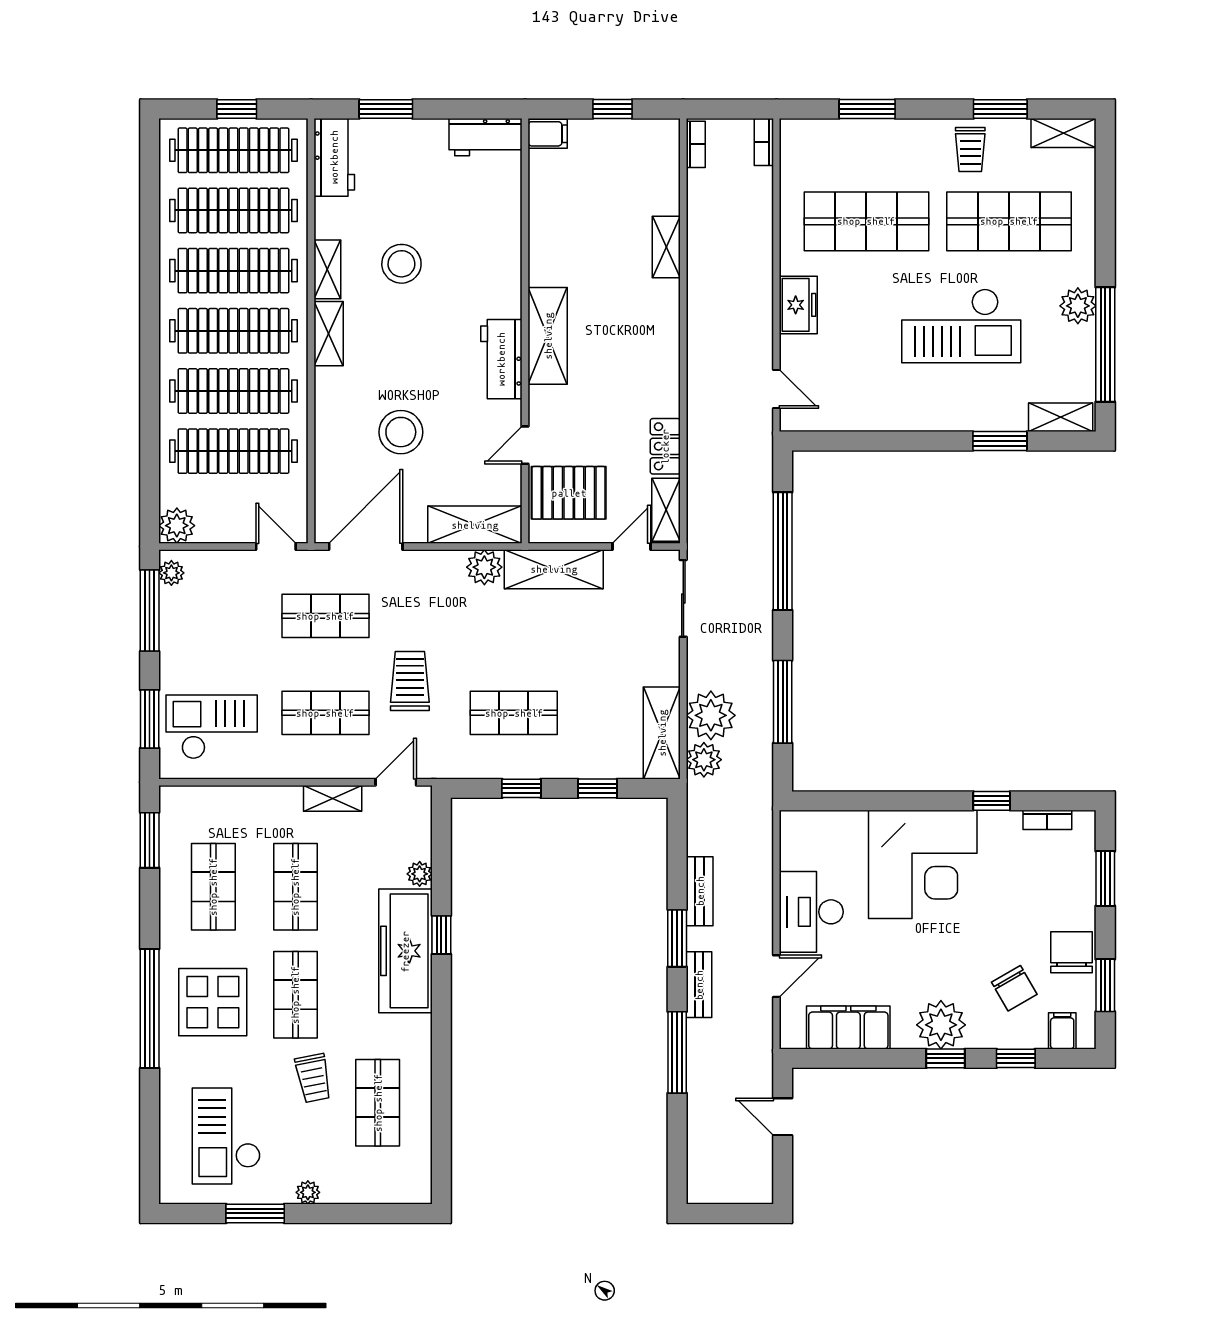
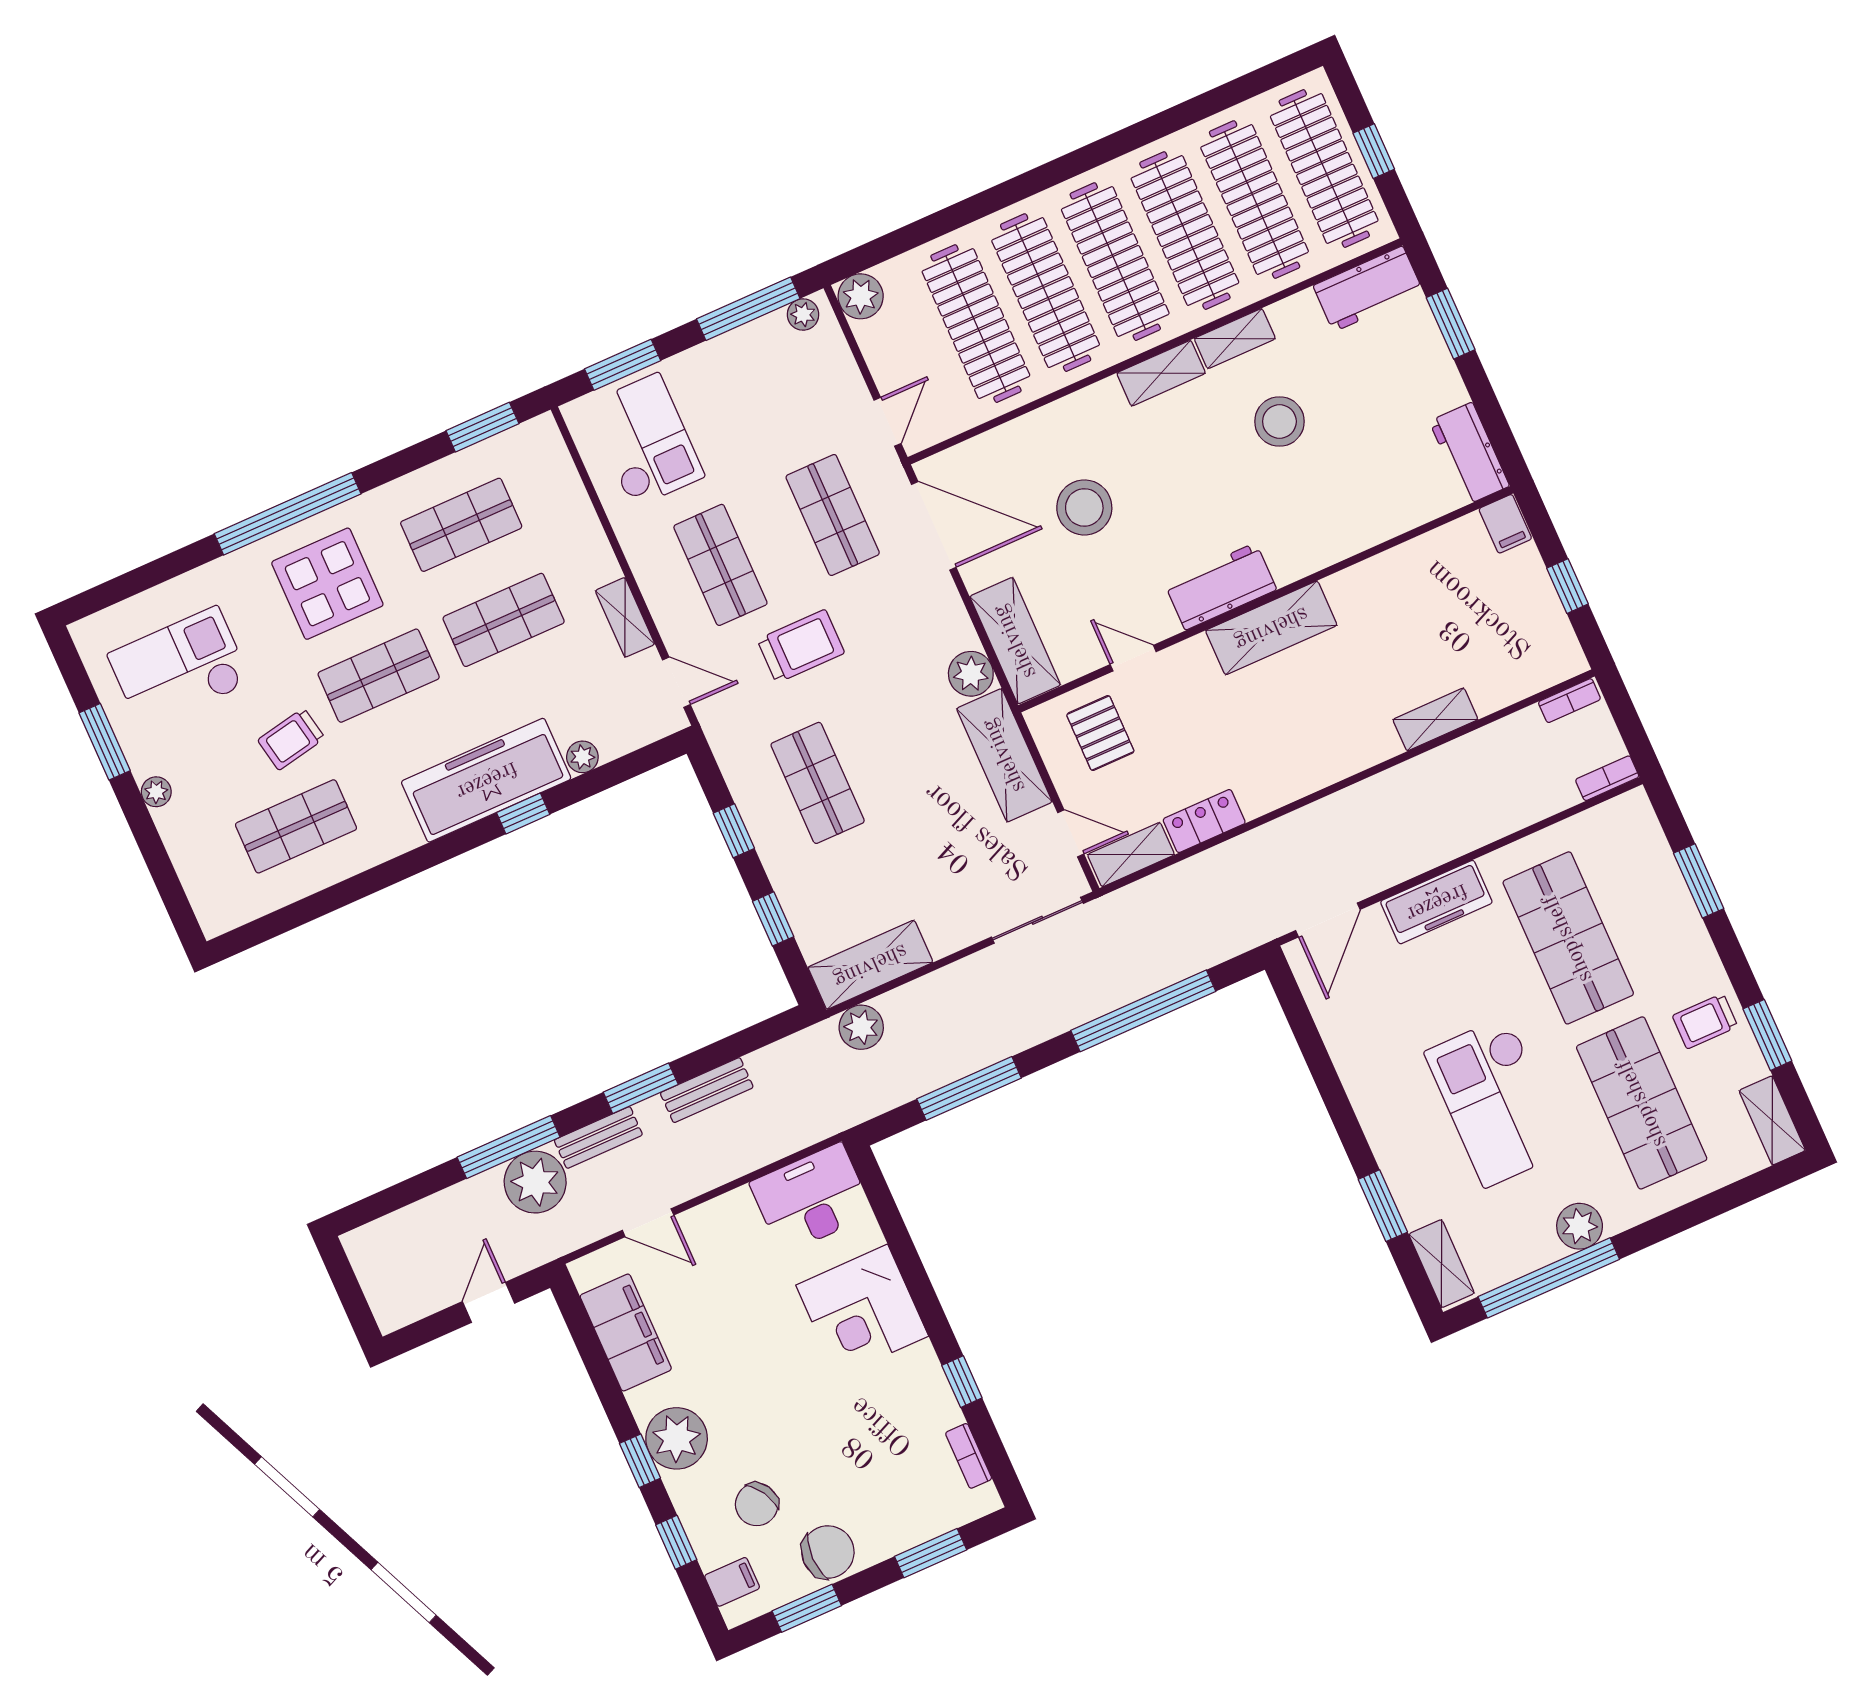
freezer: (798, 305) -> (1436, 902), width x1.40
door: (776, 389) -> (1328, 920), width x1.38
pallet: (569, 493) -> (1100, 733), width x0.67, depth x0.71
plant: (711, 715) -> (535, 1182), moved
corner desk: (923, 864) -> (862, 1311), width x0.74, depth x0.74
desk: (811, 912) -> (811, 1198), moved

